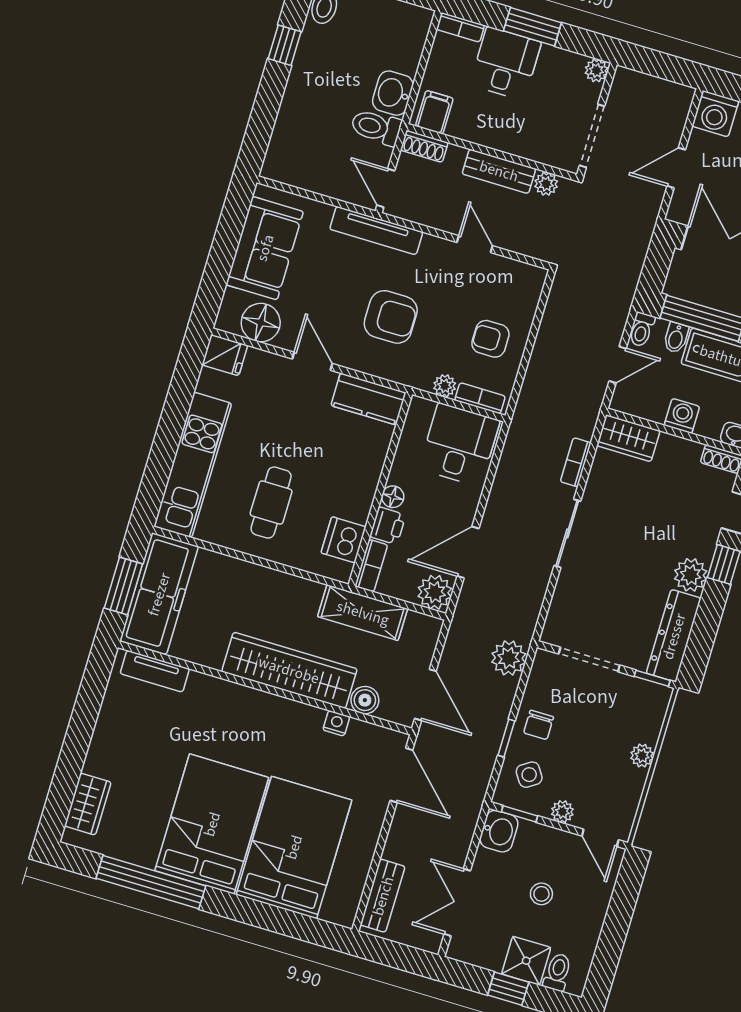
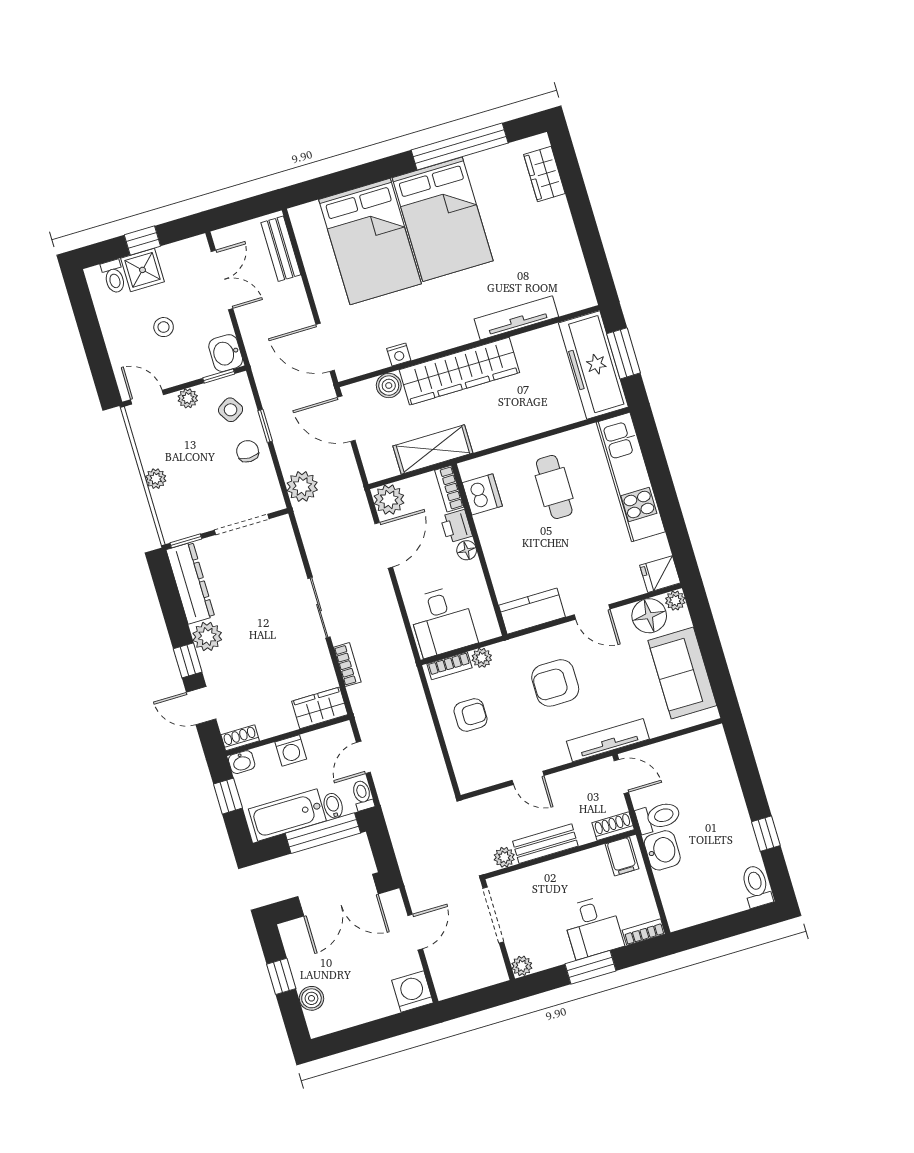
plant: (227, 321) -> (675, 601), added
tv unit: (155, 671) -> (516, 318), moved, width x1.41

